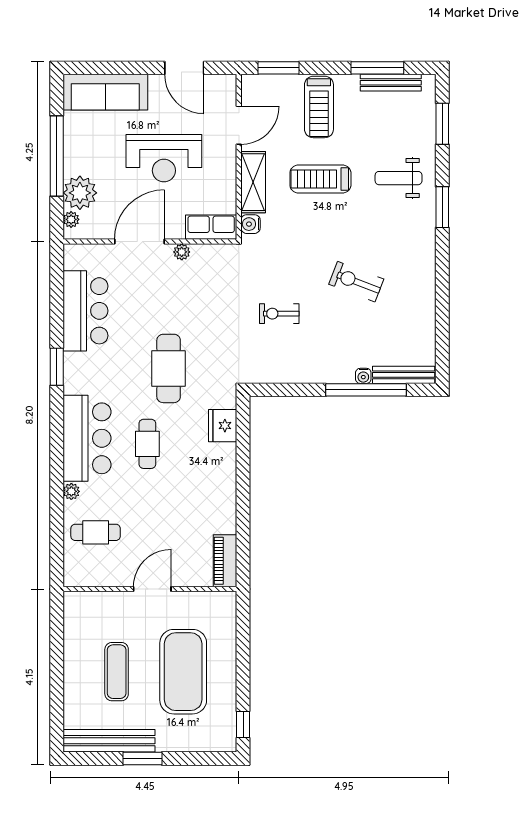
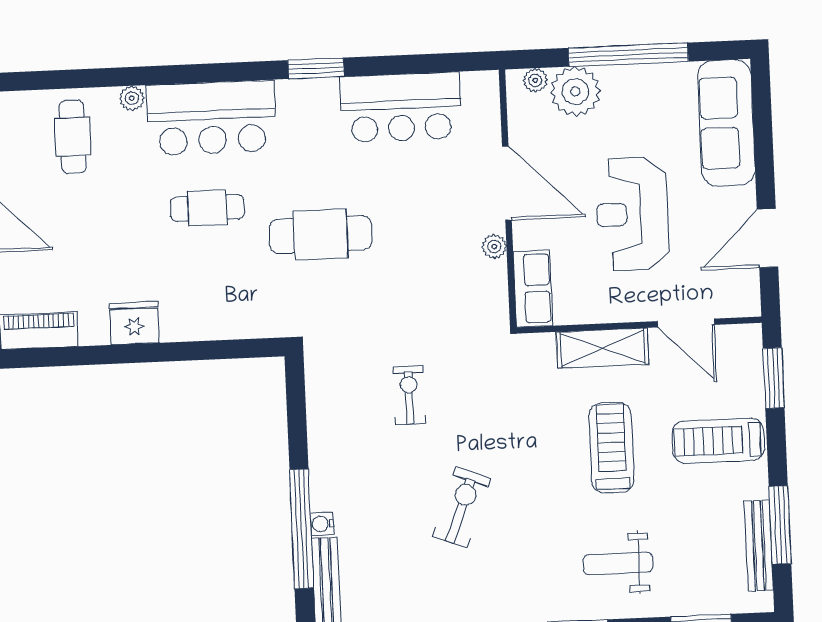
weight bench: (399, 178) -> (618, 563), turned -90
water cooler: (250, 224) -> (540, 347), removed
fridge: (223, 426) -> (134, 323), moved

